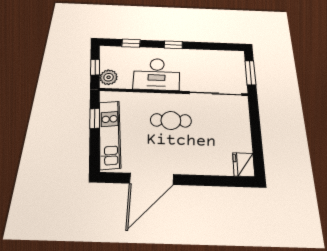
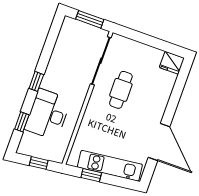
desk: (157, 74) -> (48, 114), moved, turned 180
plant: (109, 77) -> (53, 153), removed
cafe table: (171, 120) -> (121, 90), moved

